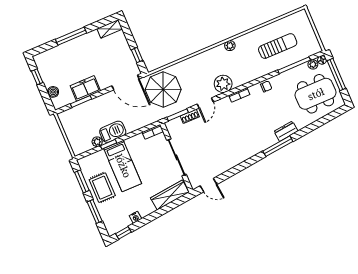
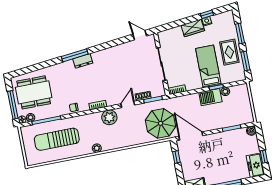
sun lounger: (278, 46) -> (57, 139), width x1.36, depth x1.34
freezer: (85, 88) -> (255, 165), moved, turned 90
boiler: (53, 92) -> (251, 131), moved
dresser: (286, 131) -> (83, 61), moved
wardrobe: (170, 195) -> (193, 28), moved, width x0.67
window: (123, 233) -> (207, 14), moved

